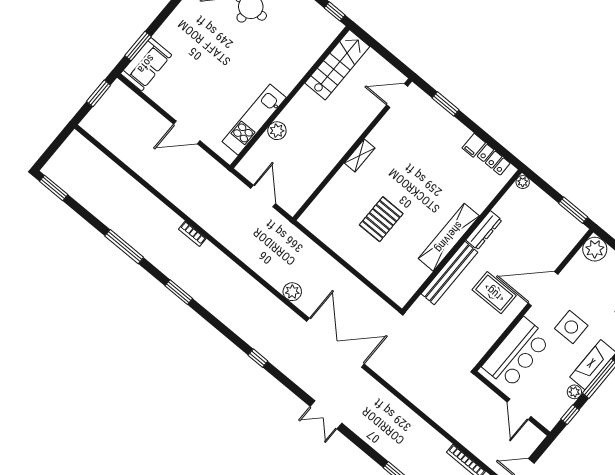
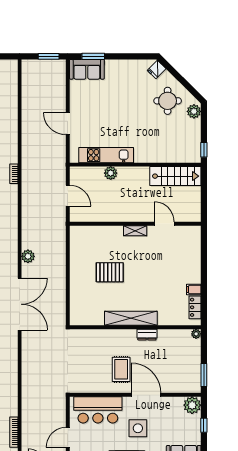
door: (397, 96) -> (164, 224), moved
window: (446, 104) -> (204, 255), removed
door: (263, 196) -> (68, 196), hinge flipped
dresser: (484, 230) -> (147, 335), width x0.70
bench: (449, 273) -> (111, 335), removed

